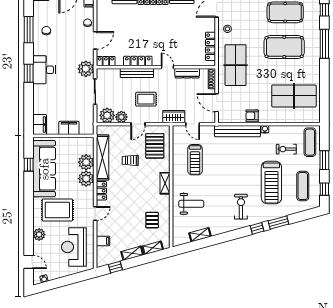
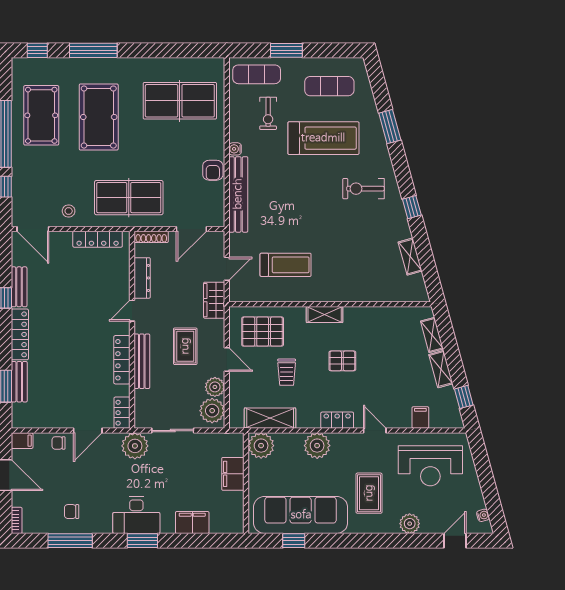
door: (95, 40) -> (88, 431), swing flipped
table tennis table: (294, 96) -> (180, 101), turned 90
filing cabinet: (40, 125) -> (192, 523), moved
shelving: (103, 157) -> (270, 418), width x0.68
plant: (86, 162) -> (261, 446), moved
window: (324, 189) -> (334, 50), removed
weight bench: (191, 204) -> (359, 271), removed
rug: (57, 210) -> (369, 493), width x0.73, depth x0.70
pallet: (152, 220) -> (342, 361), moved
window: (257, 228) -> (412, 207), moved

